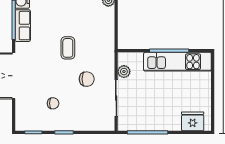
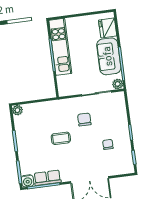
plant: (124, 72) -> (118, 84), moved
sofa: (158, 118) -> (109, 56), added

